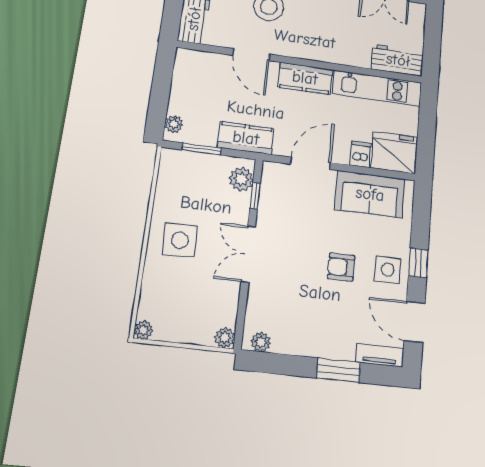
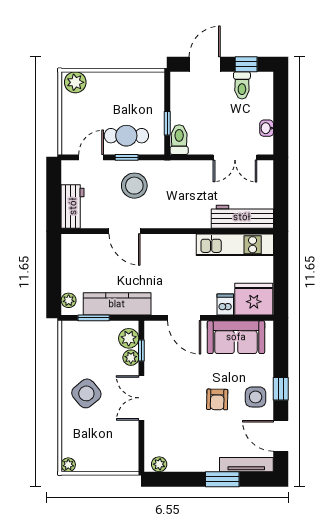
workbench: (398, 60) -> (242, 217), width x1.38
kitchen counter: (305, 78) -> (172, 245), removed
kitchen counter: (246, 138) -> (117, 304), width x1.50
door: (311, 163) -> (184, 318), swing flipped
side table: (180, 240) -> (86, 393), turned -38
armchair: (341, 267) -> (217, 399), turned -89
plant: (225, 338) -> (131, 358), moved
tv unit: (380, 355) -> (246, 465), width x1.41

